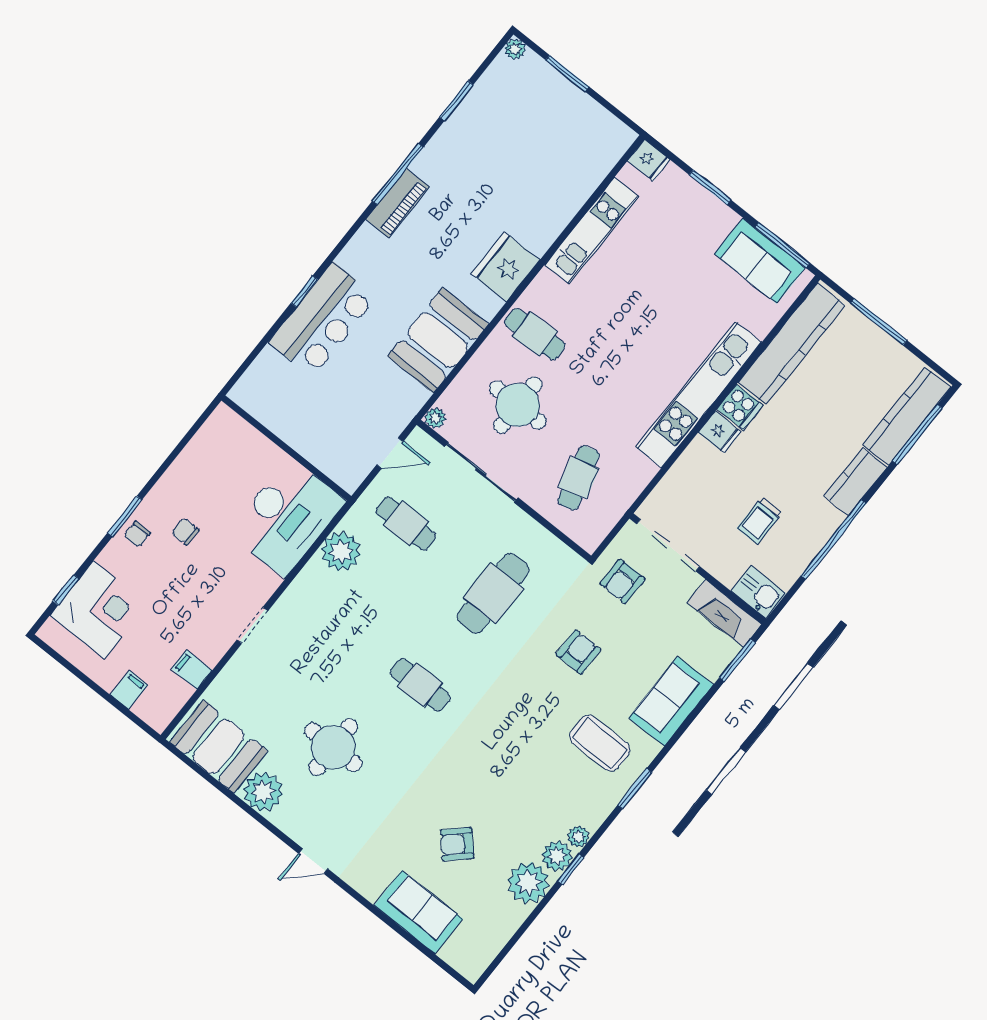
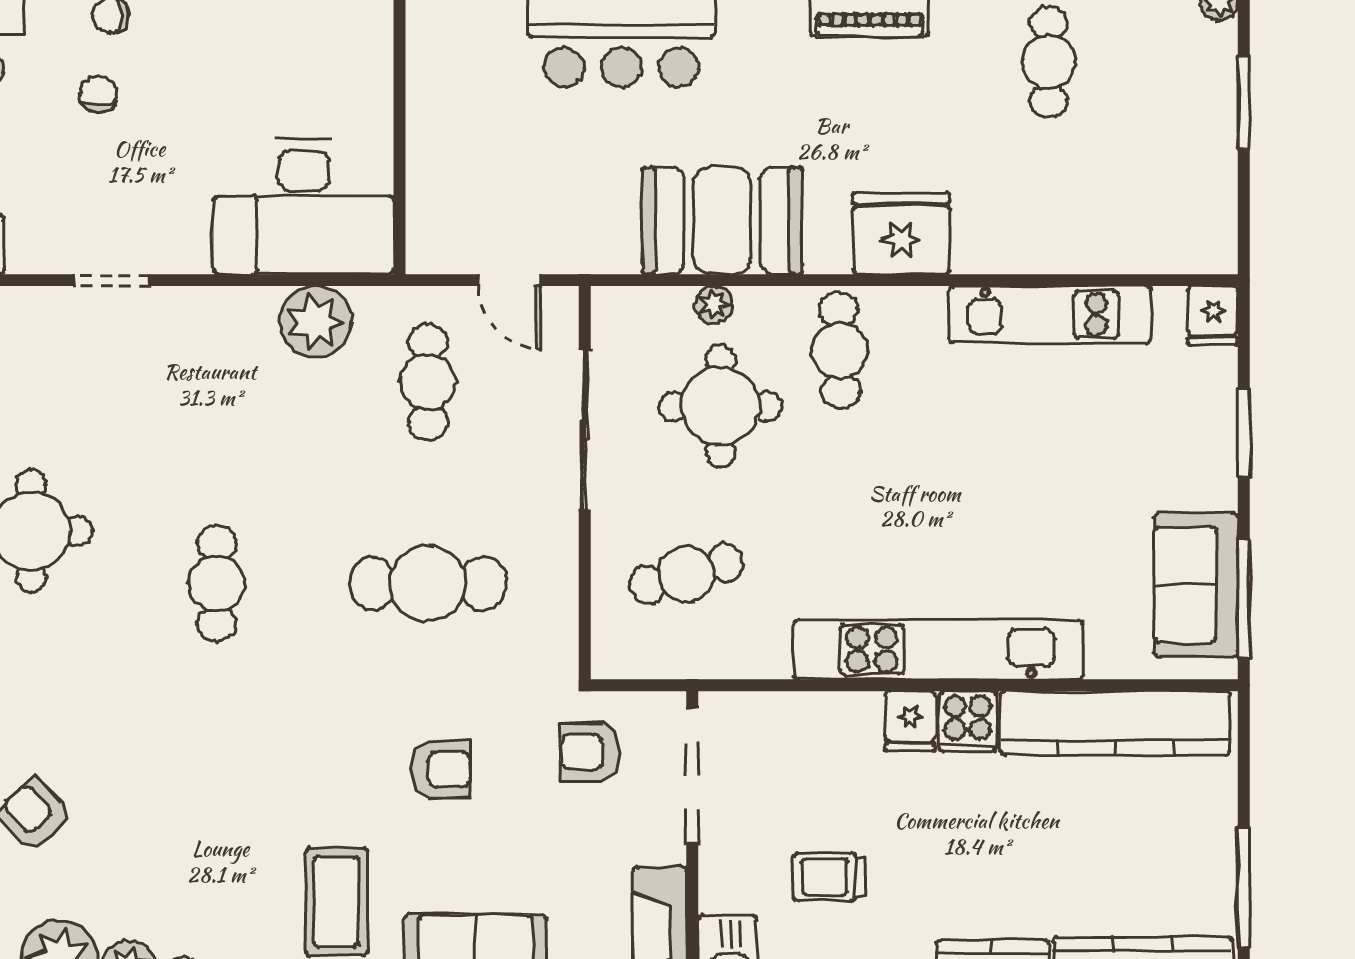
cafe table: (482, 144) -> (1049, 62), added
window: (879, 322) -> (1244, 887), moved
plant: (435, 418) -> (714, 305), moved
chair: (185, 532) -> (98, 94), moved

